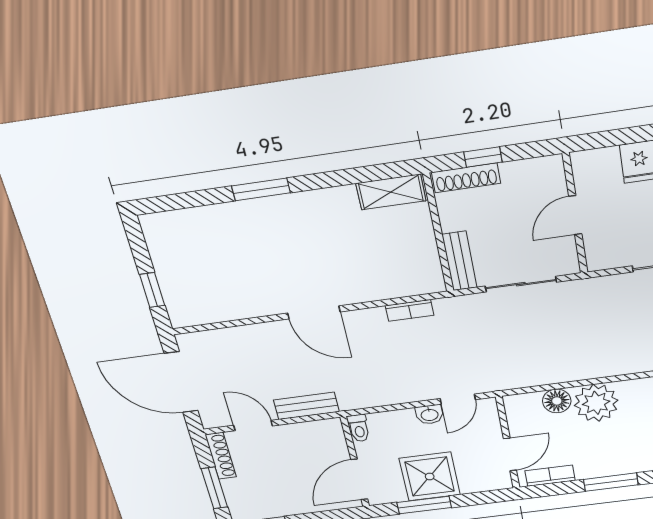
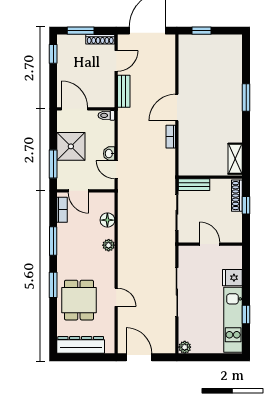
bookcase: (410, 310) -> (171, 137), moved
plant: (596, 403) -> (109, 245), width x0.53, depth x0.53
window: (424, 505) -> (53, 164), moved

